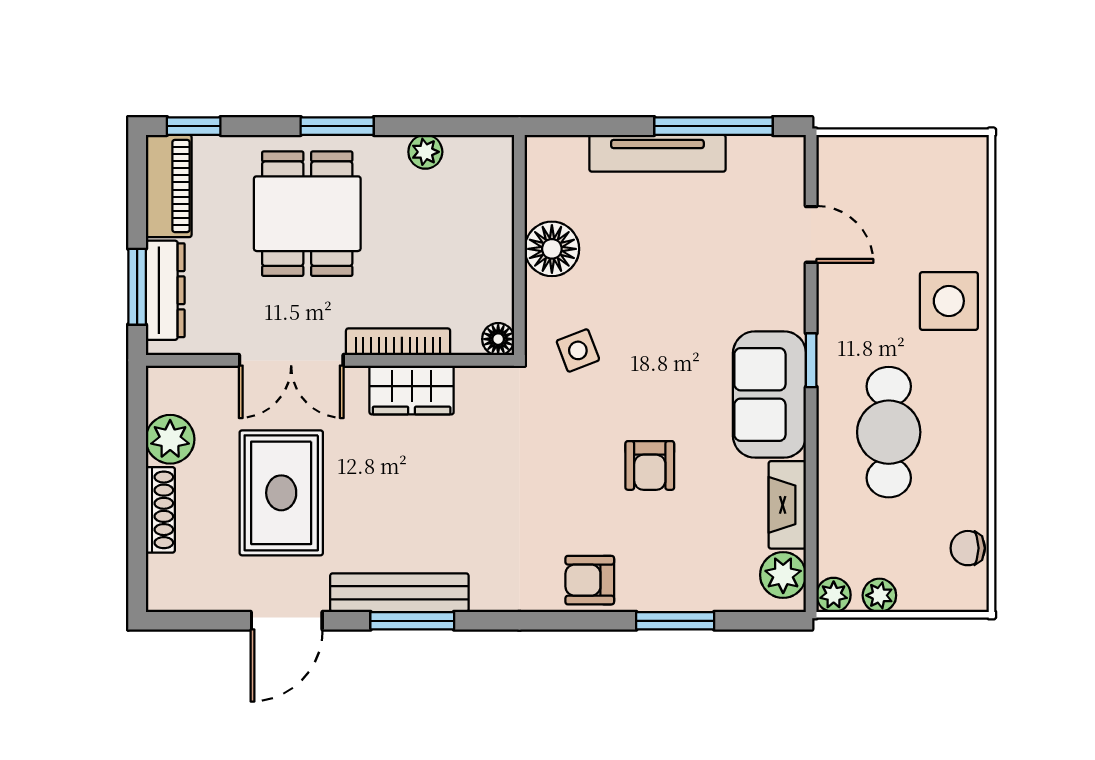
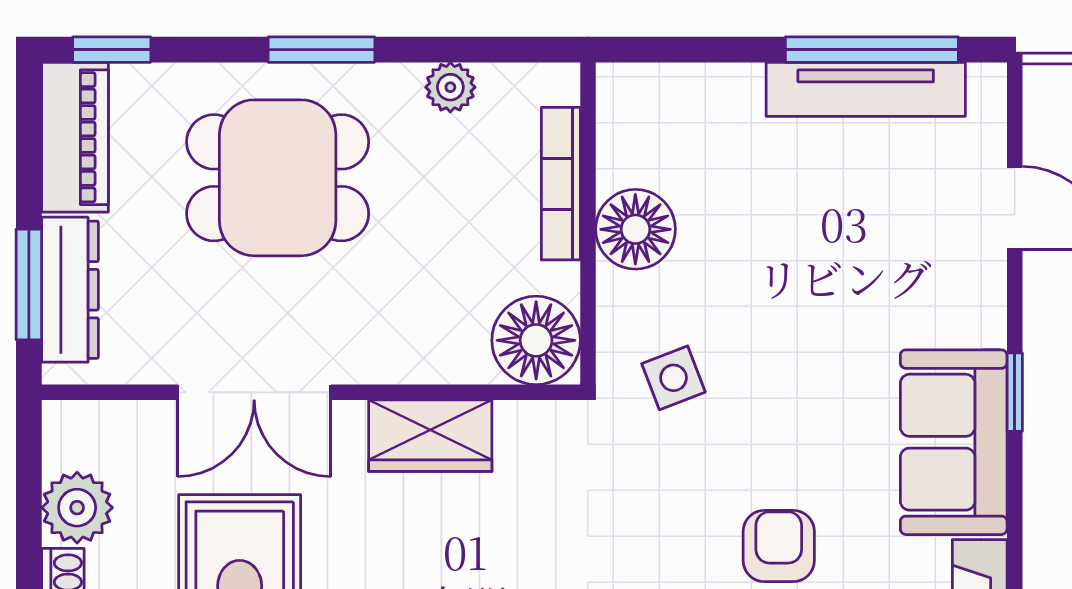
tv unit: (657, 153) -> (866, 89), moved
dining table: (307, 214) -> (278, 178), turned 90
floor lamp: (498, 339) -> (536, 340), width x1.89, depth x1.89
bookcase: (398, 342) -> (561, 184), moved, turned -90
armchair: (650, 465) -> (779, 546), turned 180

